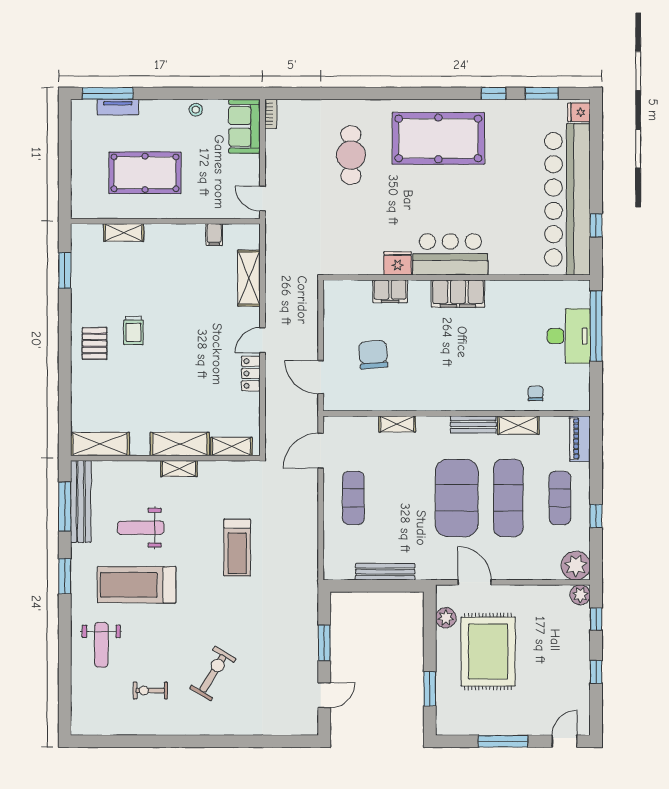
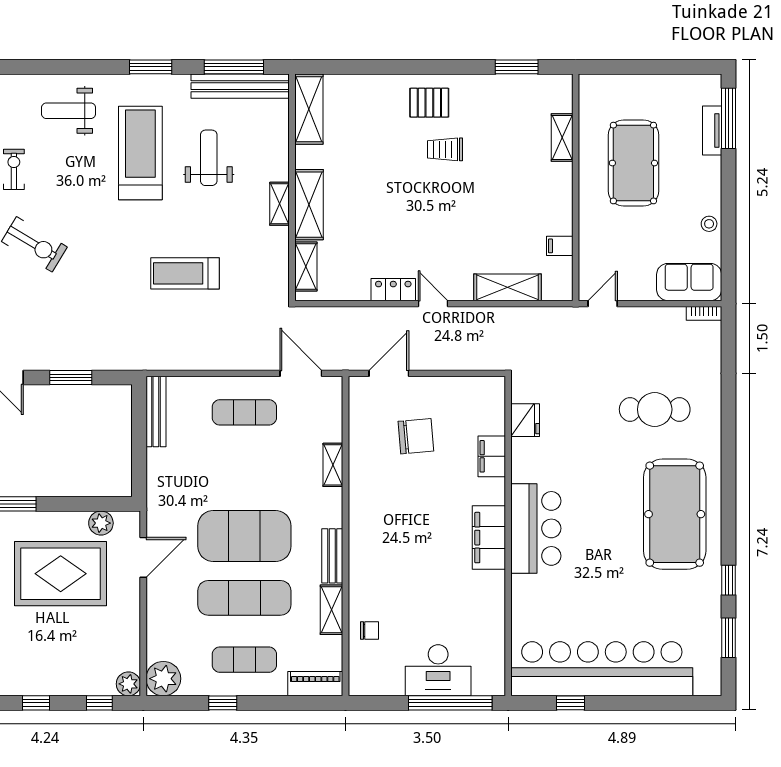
fridge: (579, 112) -> (706, 682), removed
fridge: (398, 263) -> (525, 420), moved
bench: (385, 572) -> (156, 412), moved

